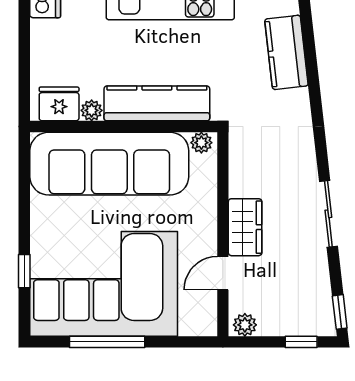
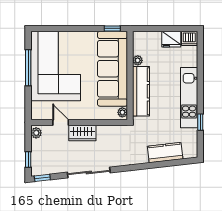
fridge: (59, 104) -> (171, 39), moved, turned 90
sliding door: (328, 214) -> (89, 172), width x1.37
window: (24, 271) -> (112, 28), moved

